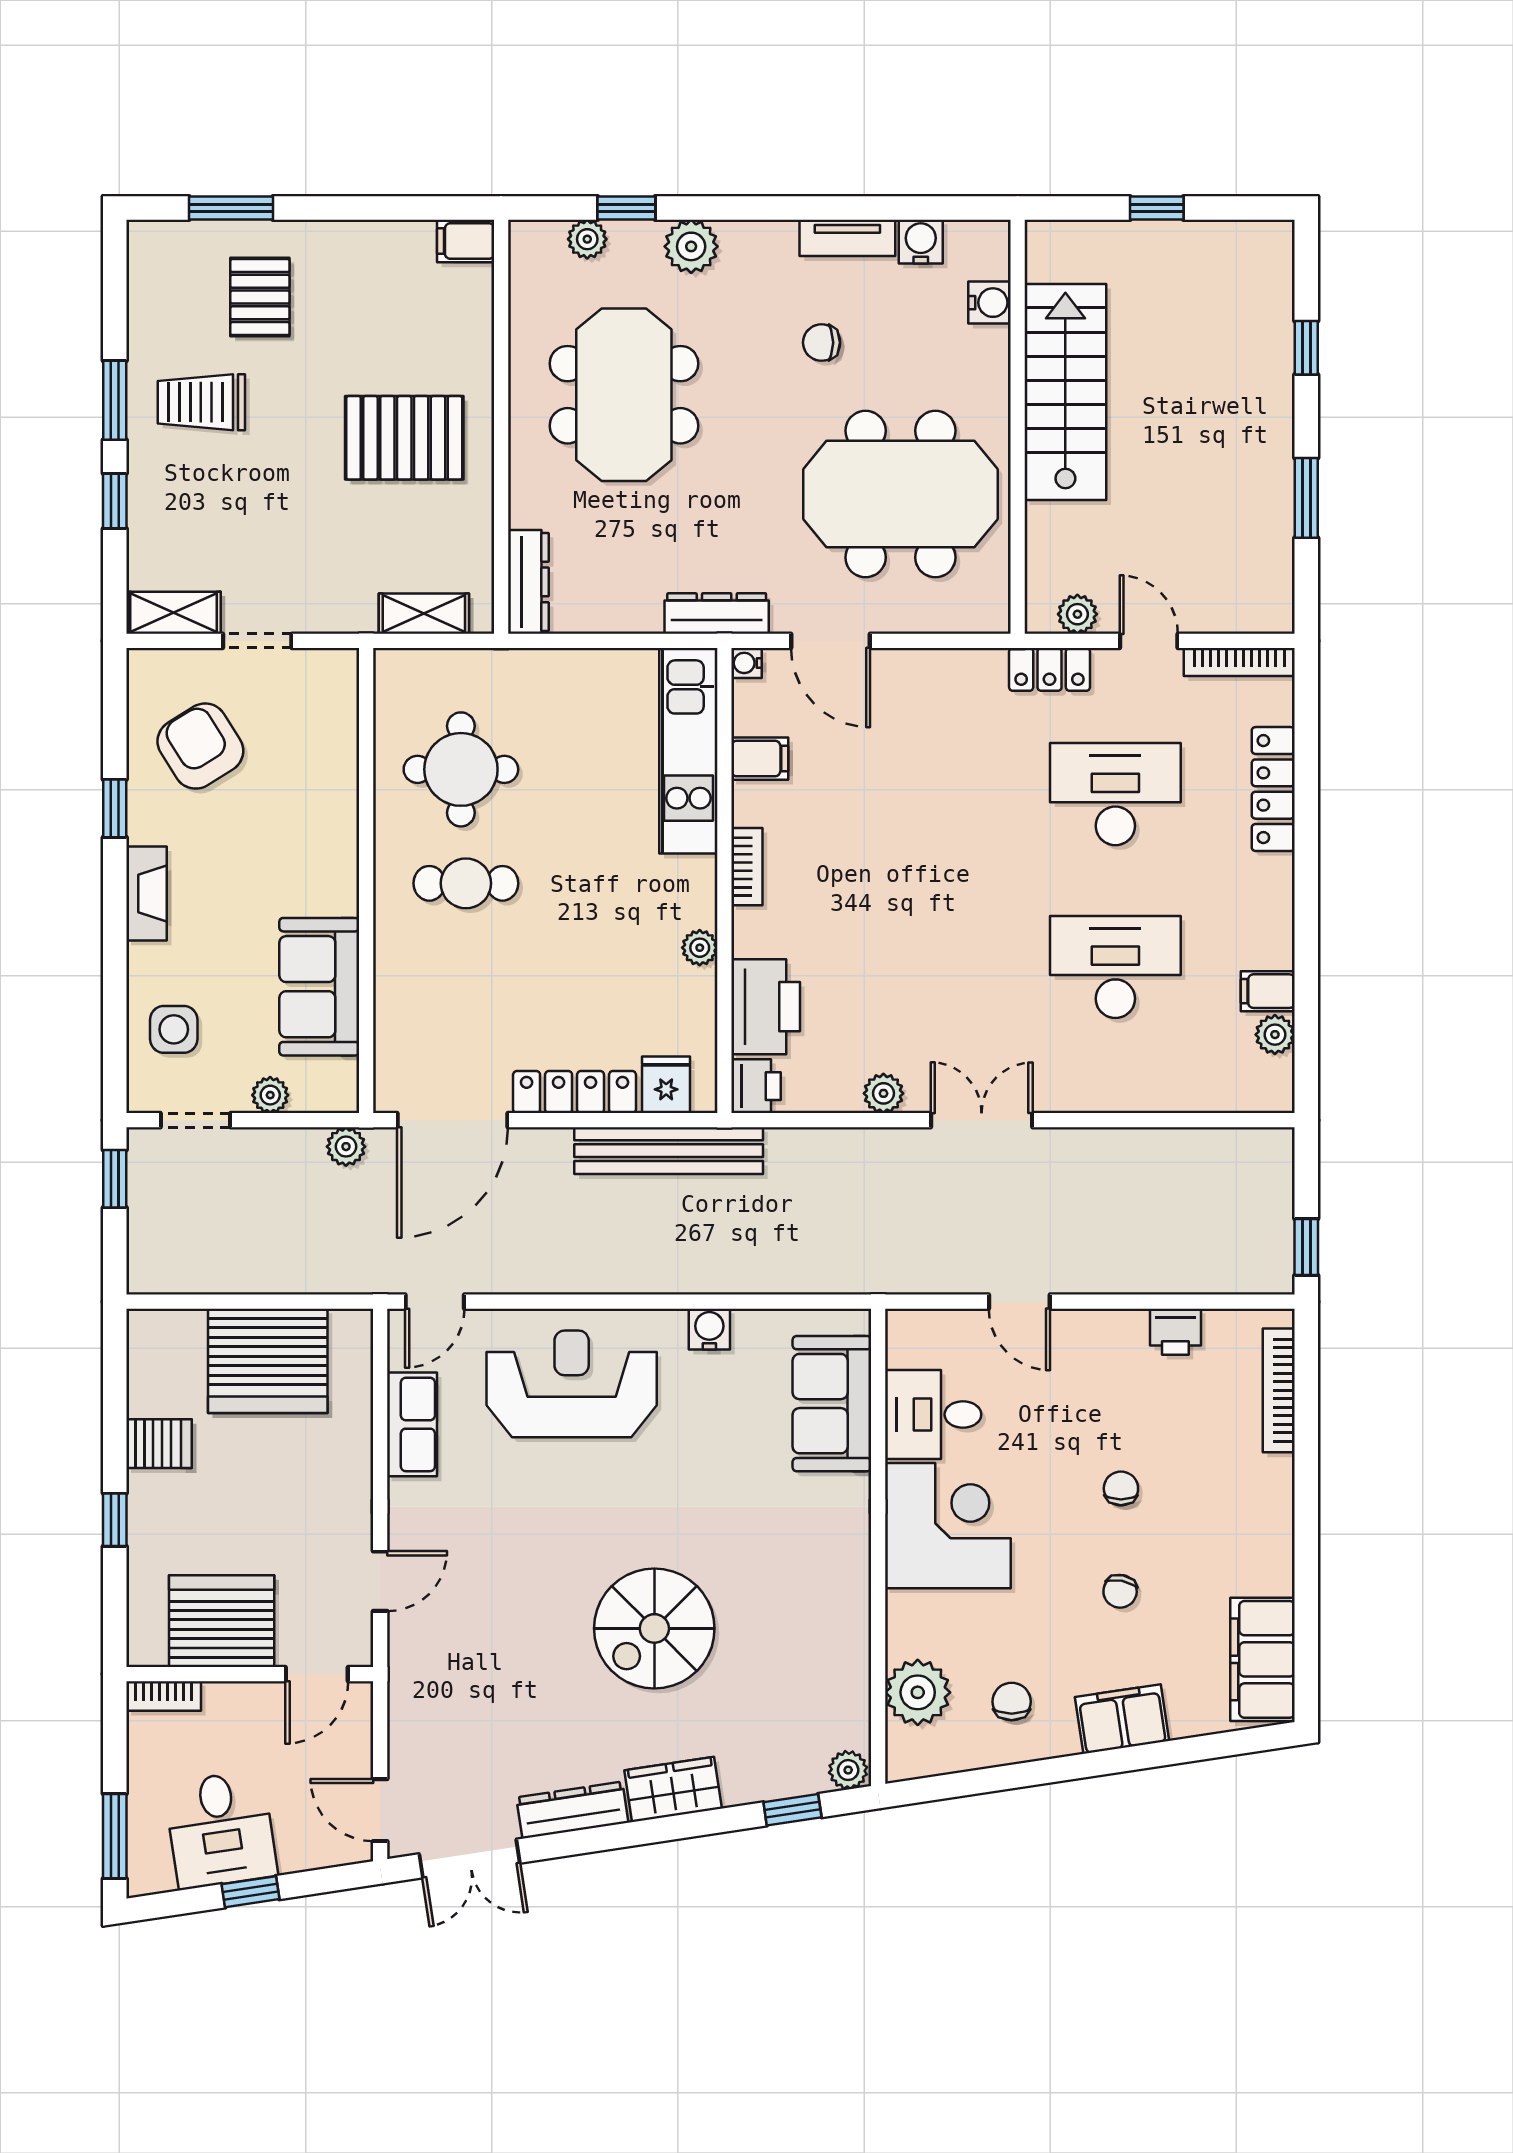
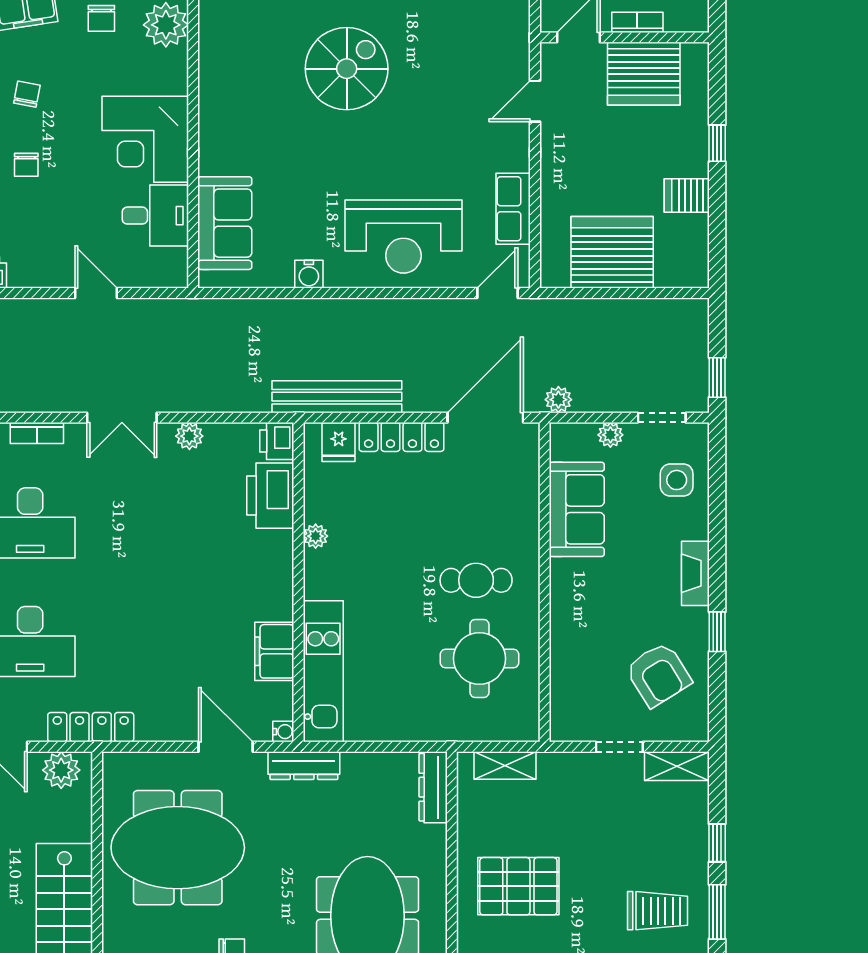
plant: (1077, 614) -> (61, 770), width x1.38, depth x1.38
locker: (1050, 669) -> (91, 727), width x1.53
filing cabinet: (760, 759) -> (274, 651), width x2.00
bookcase: (747, 867) -> (37, 433), moved, turned -90
bookcase: (164, 1696) -> (637, 22), moved

